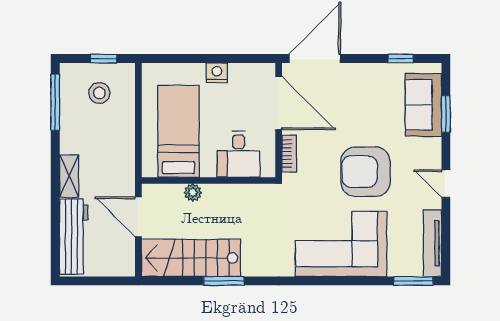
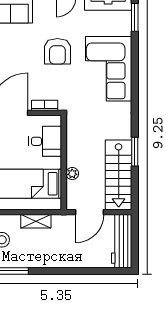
armchair: (366, 172) -> (57, 51), width x0.73, depth x0.73
shelving: (69, 176) -> (36, 221), moved
workbench: (74, 237) -> (122, 241), moved, turned -90

